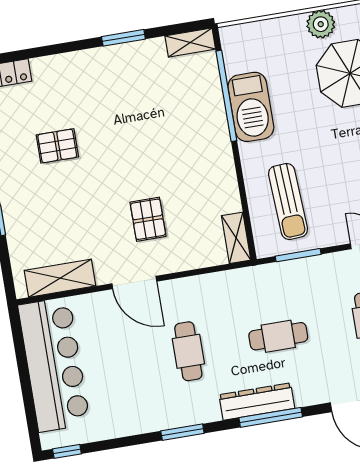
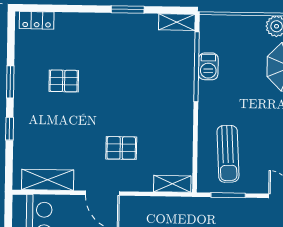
barbecue: (251, 107) -> (208, 66), width x0.53, depth x0.65
pallet: (148, 219) -> (121, 148), turned 90
shelving: (236, 238) -> (172, 184), moved, turned 90

